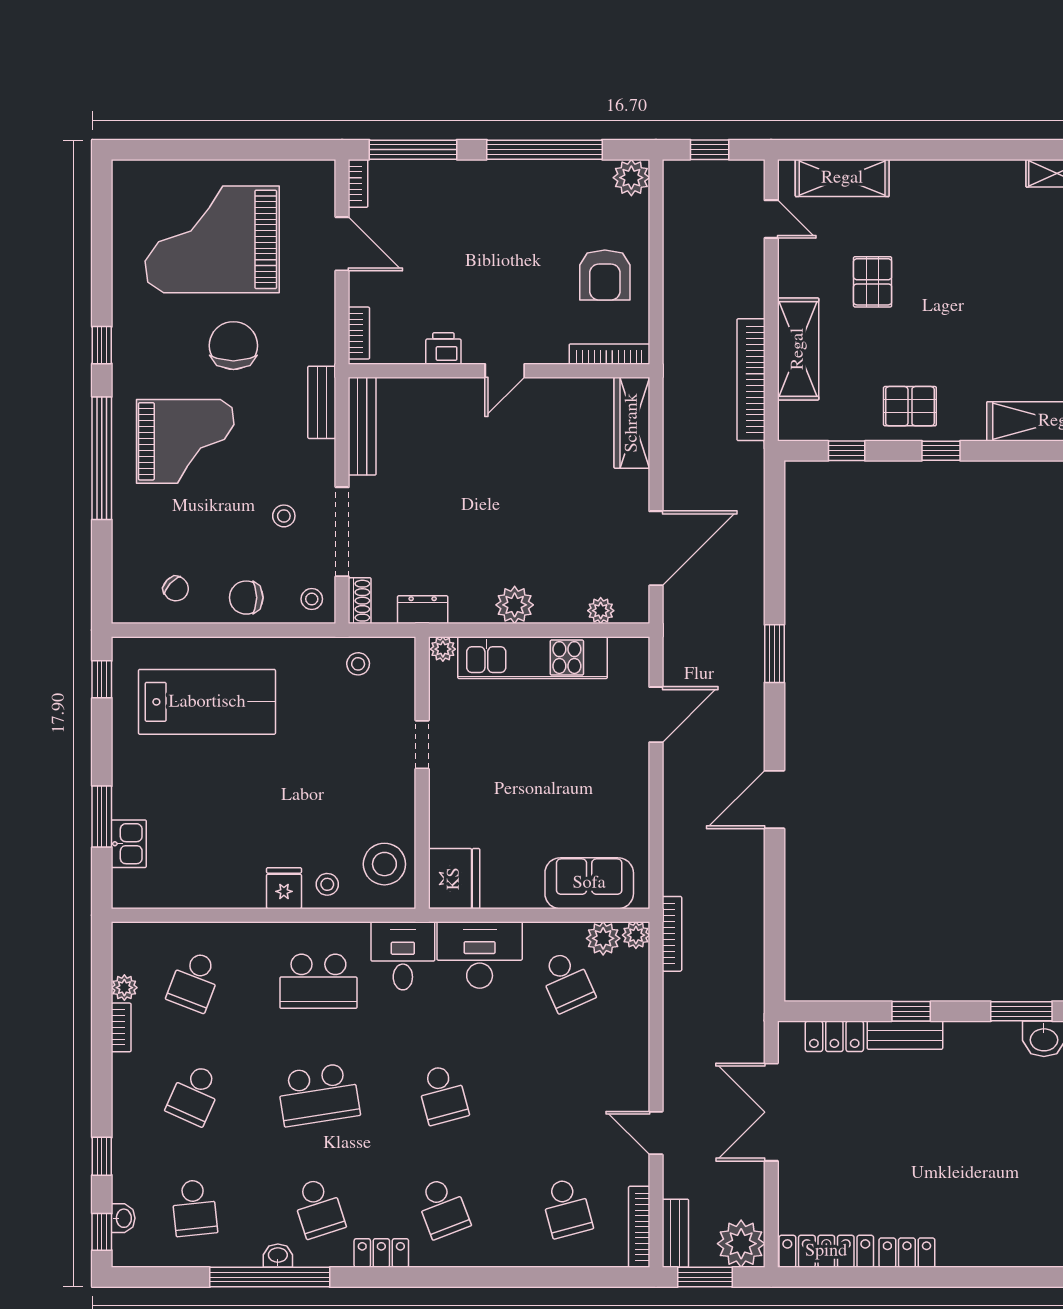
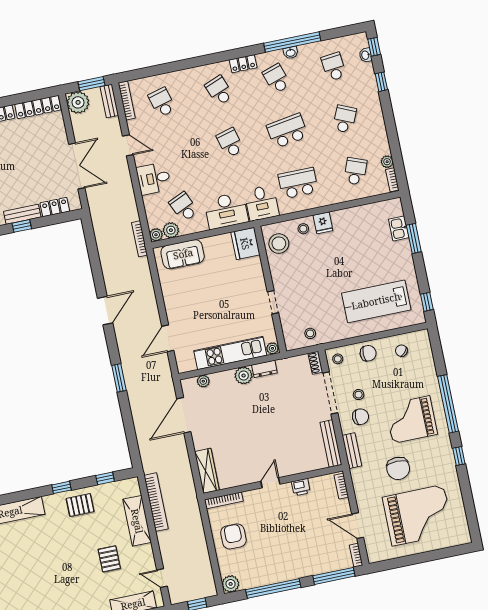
chair: (289, 469) -> (360, 417), added
dresser: (423, 610) -> (264, 369), moved
bookcase: (121, 1027) -> (392, 180), moved
desk: (617, 1053) -> (154, 178), added

